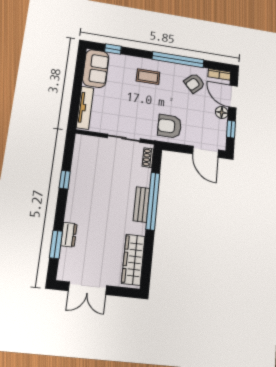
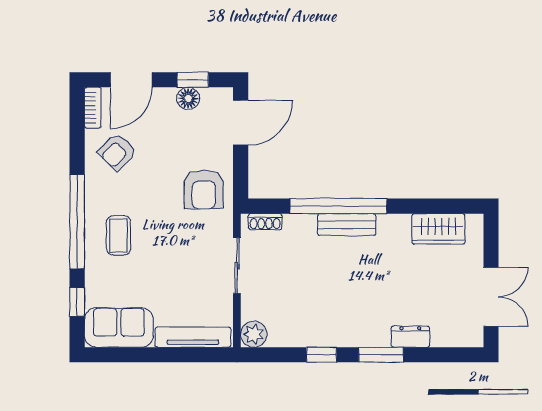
window: (178, 60) -> (77, 222), moved
armchair: (194, 83) -> (117, 152), turned 87
floor lamp: (222, 112) -> (188, 98), moved
plant: (82, 142) -> (254, 334), added
window: (56, 244) -> (381, 355), moved
wardrobe: (133, 260) -> (438, 229), width x0.67

